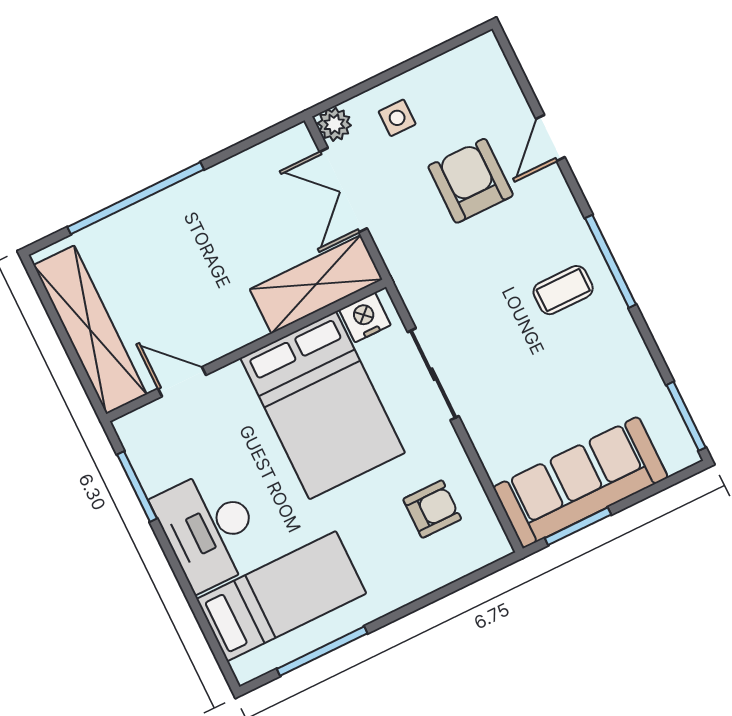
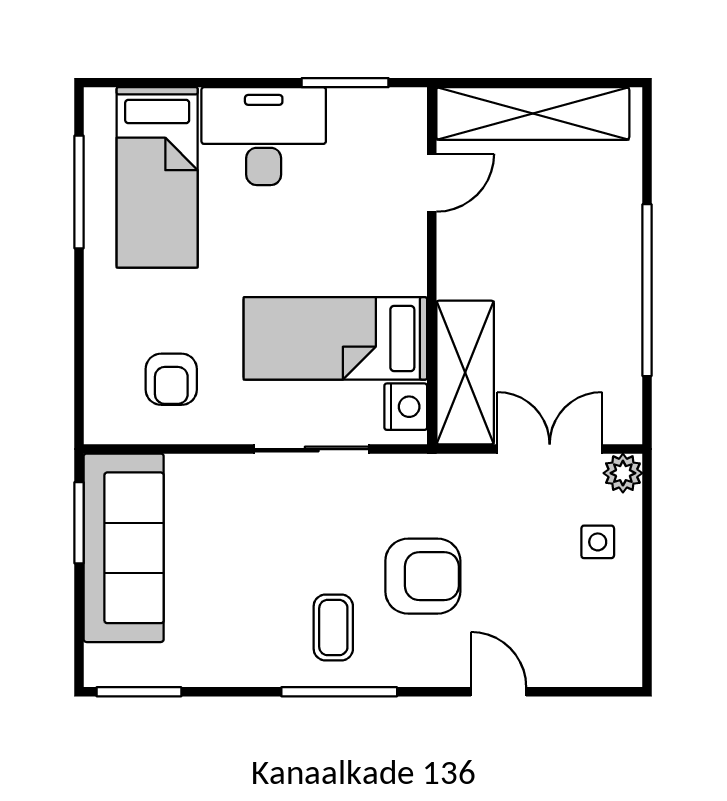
armchair: (471, 181) -> (423, 576), moved
window: (136, 198) -> (647, 290), moved
bed: (323, 405) -> (335, 338), width x0.67

